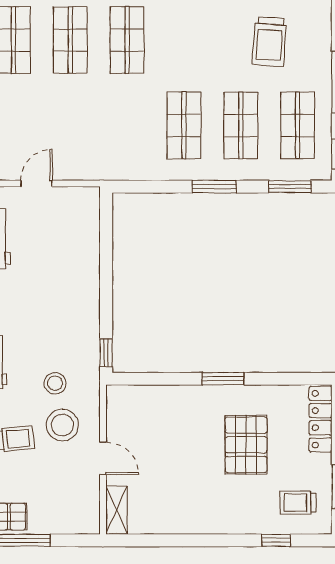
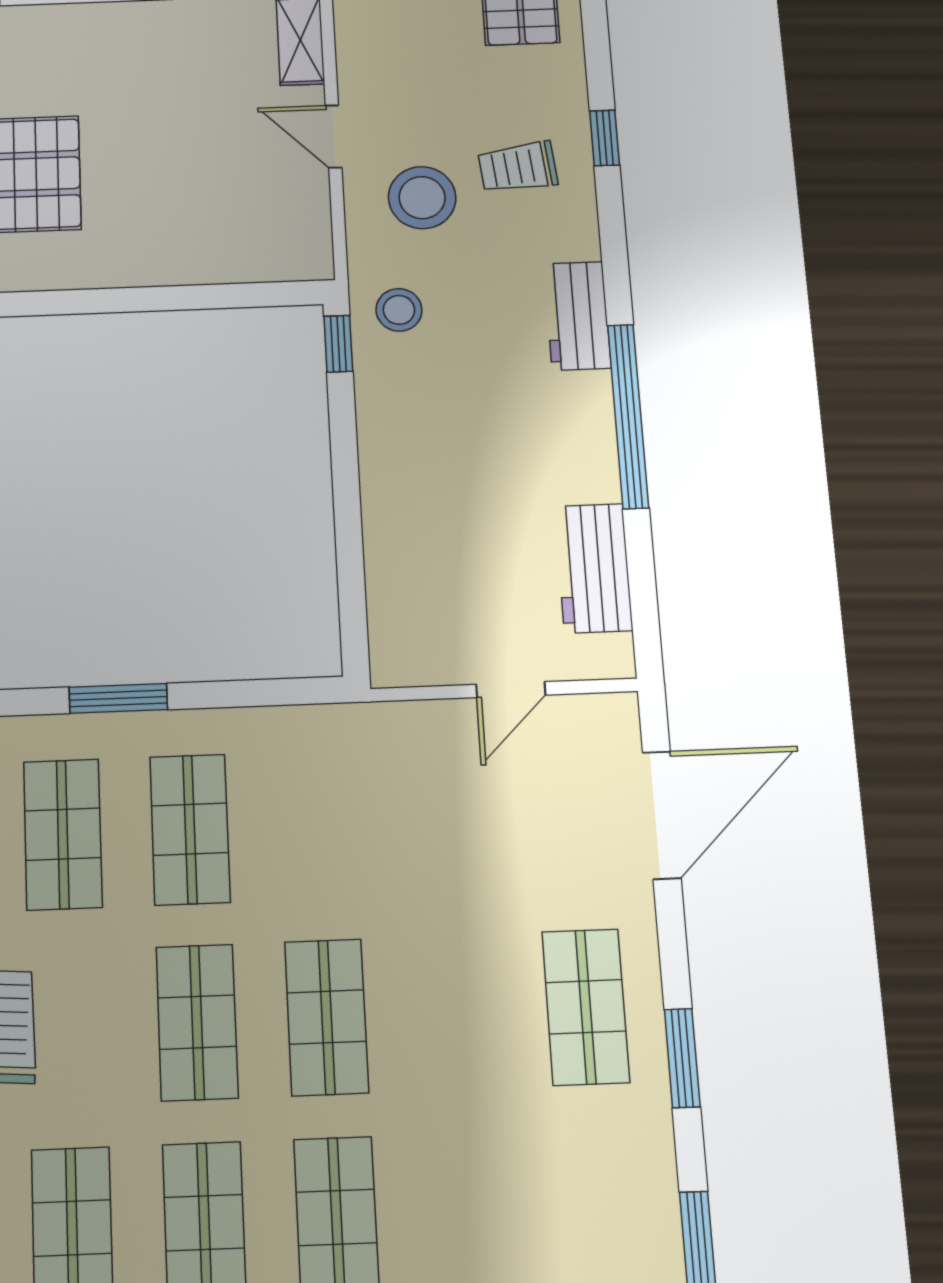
shop shelf: (70, 40) -> (197, 1022), moved
window: (223, 379) -> (88, 301), removed
stool: (55, 383) -> (399, 310), moved

